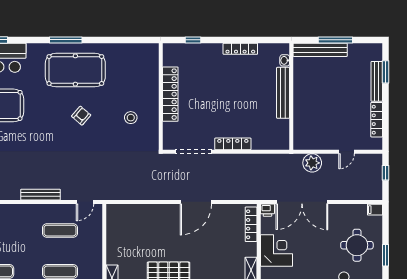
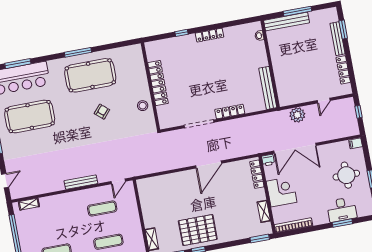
locker: (240, 49) -> (210, 35), moved
bench: (283, 93) -> (268, 88), moved
locker: (170, 94) -> (158, 83), moved
wall: (161, 96) -> (150, 86), moved

